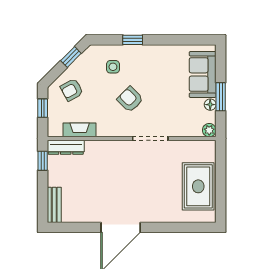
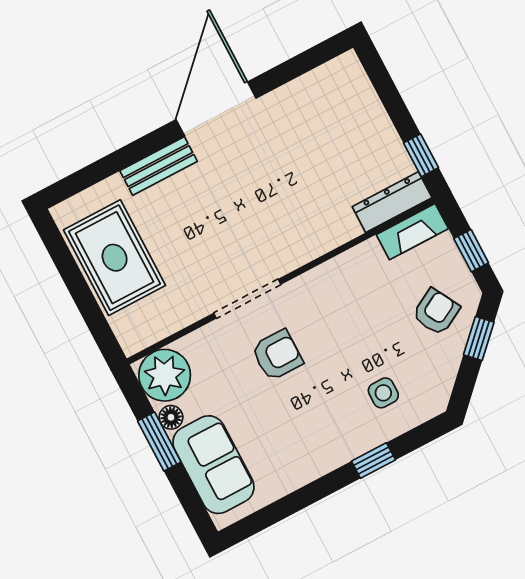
window: (71, 57) -> (479, 339), moved
armchair: (130, 99) -> (277, 355), moved, turned -45
fireplace: (80, 130) -> (412, 232), moved
plant: (209, 130) -> (165, 375), width x1.88, depth x1.88
bench: (54, 205) -> (159, 166), moved, turned 90

